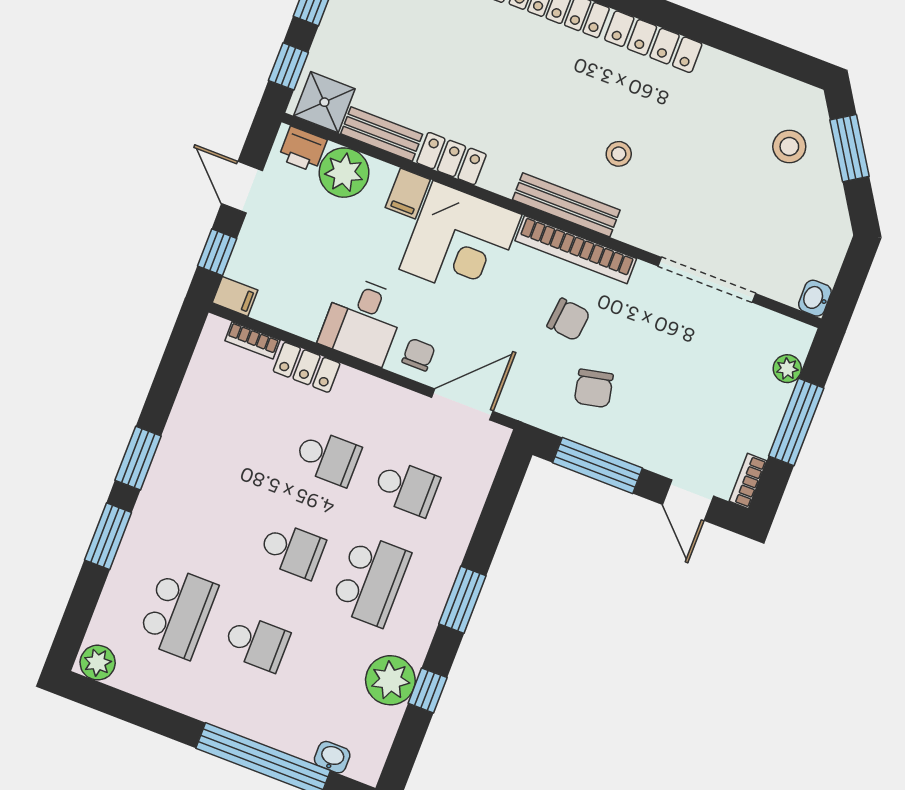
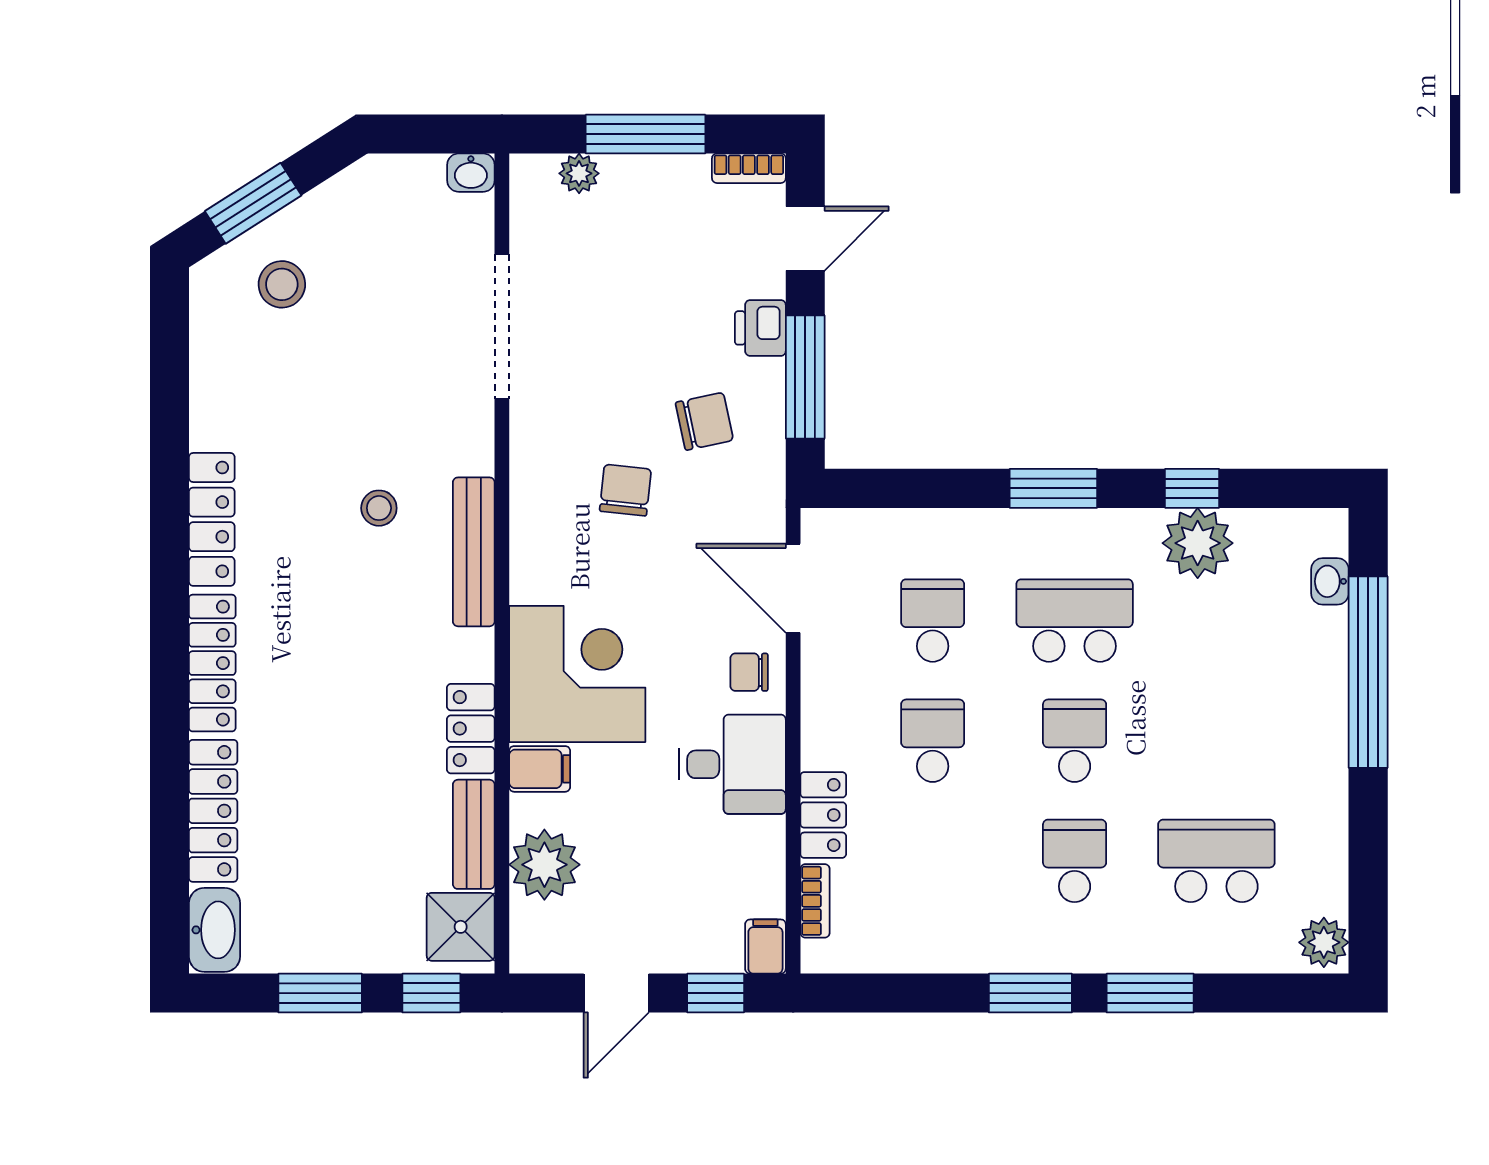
printer: (303, 149) -> (760, 328), moved, turned 180
bookcase: (576, 250) -> (529, 516), removed
school desk: (256, 643) -> (1075, 861), moved

